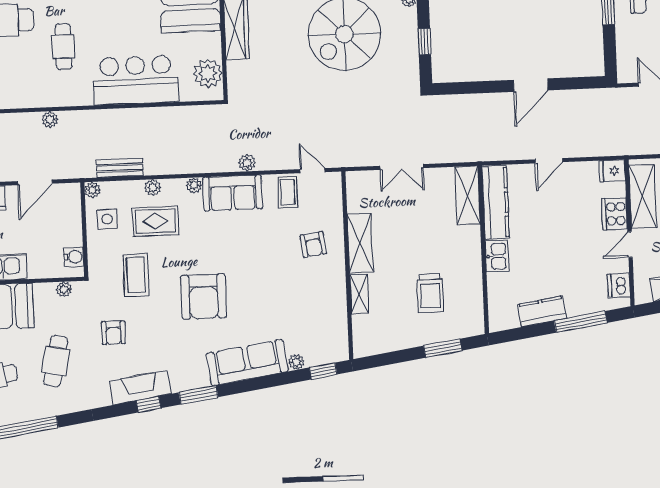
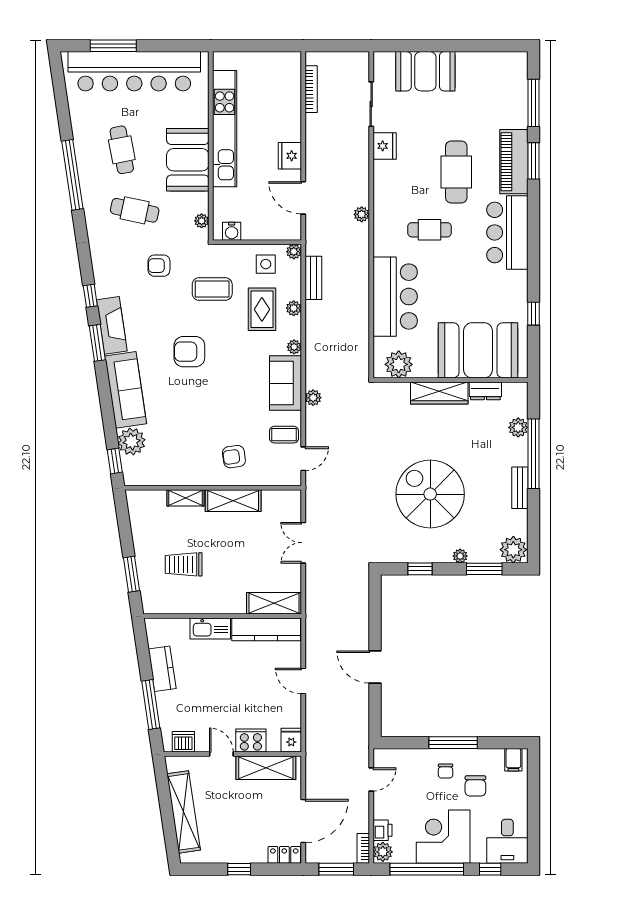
kitchen sink: (497, 256) -> (210, 629), width x1.38
armchair: (204, 297) -> (189, 352), width x0.73, depth x0.73
plant: (296, 362) -> (132, 442), width x1.88, depth x1.88
fireplace: (140, 388) -> (112, 325), moved

